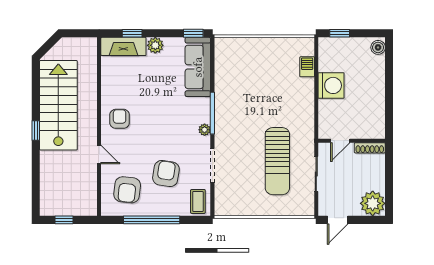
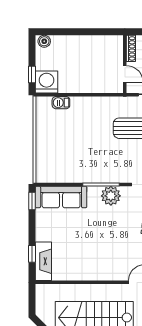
plant: (155, 45) -> (42, 234), removed
washing machine: (331, 85) -> (47, 82), moved
armchair: (120, 119) -> (106, 265), removed
plant: (205, 130) -> (111, 196), width x1.88, depth x1.88

